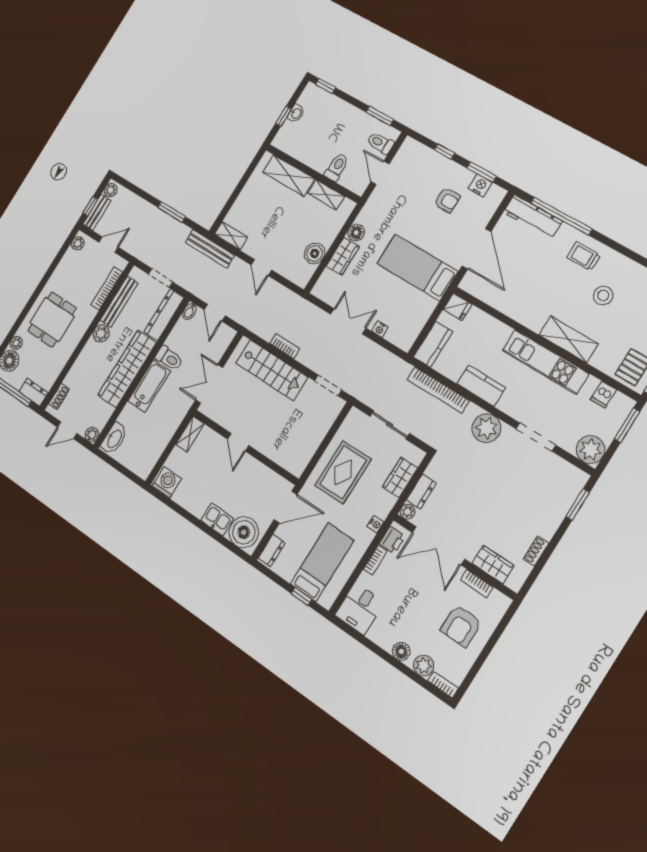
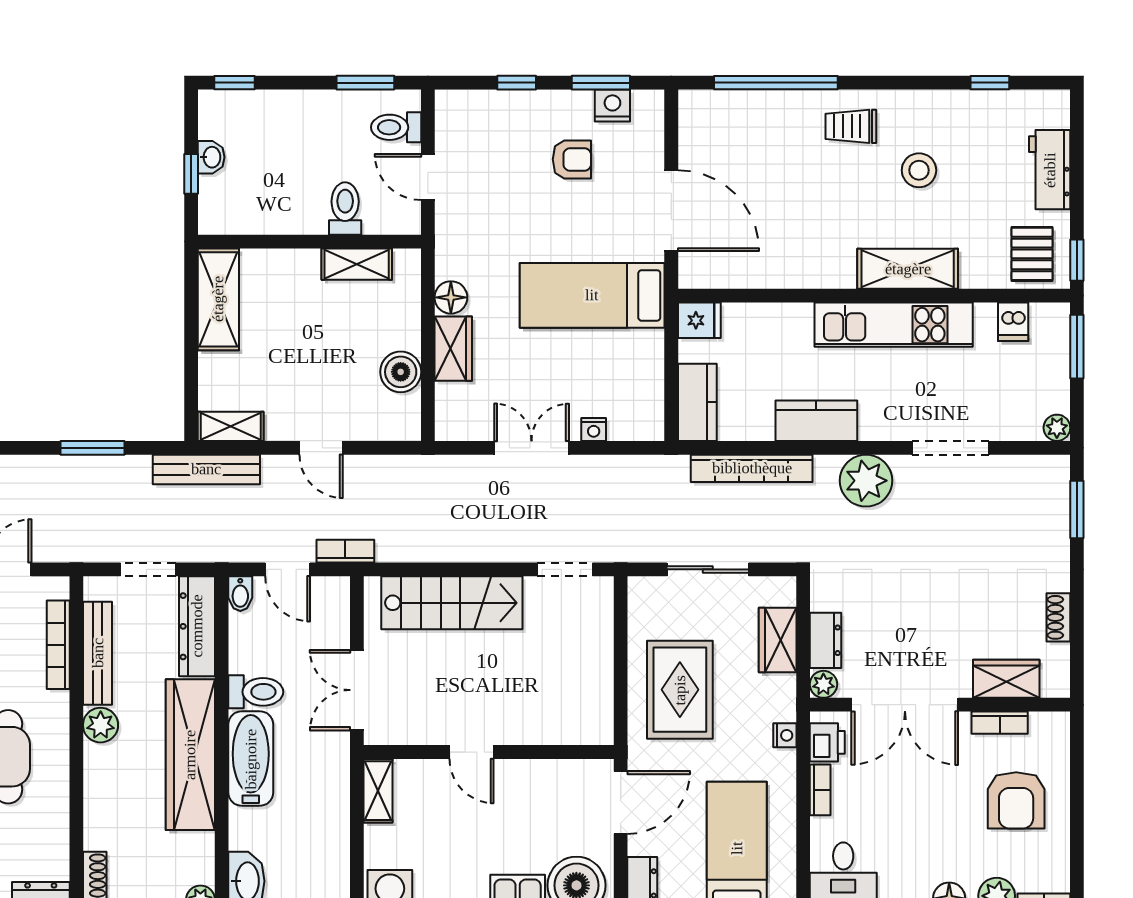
shelving: (289, 176) -> (218, 299), moved, turned 90
workbench: (533, 217) -> (730, 109), removed
bookcase: (285, 346) -> (345, 551), moved
plant: (591, 450) -> (1057, 428), width x0.53, depth x0.53

